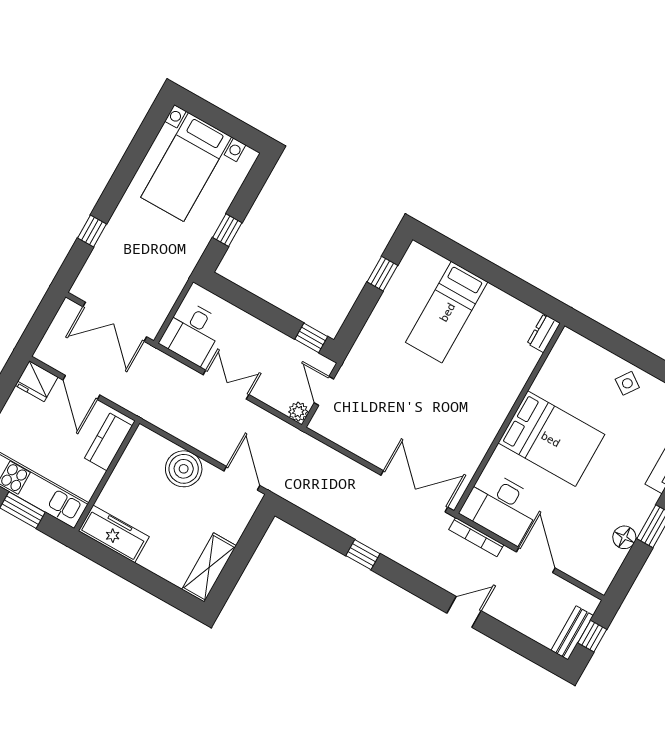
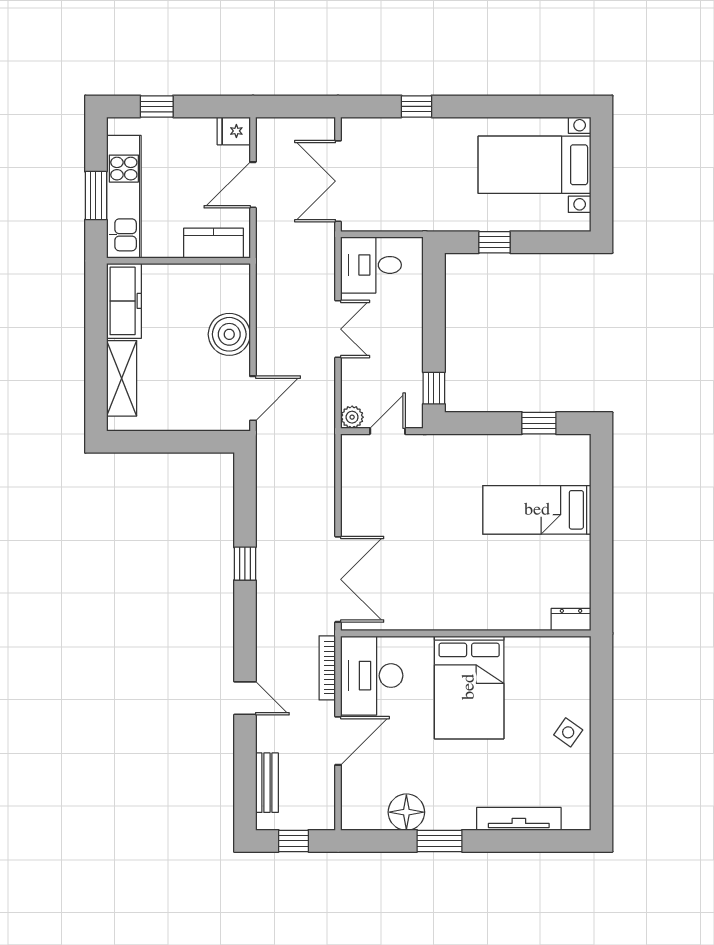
fridge: (37, 381) -> (234, 131), width x0.72
floor lamp: (624, 537) -> (406, 812), width x1.38, depth x1.38
shelving: (209, 568) -> (122, 378), moved, turned 90
bench: (572, 633) -> (267, 783), moved, turned 90

